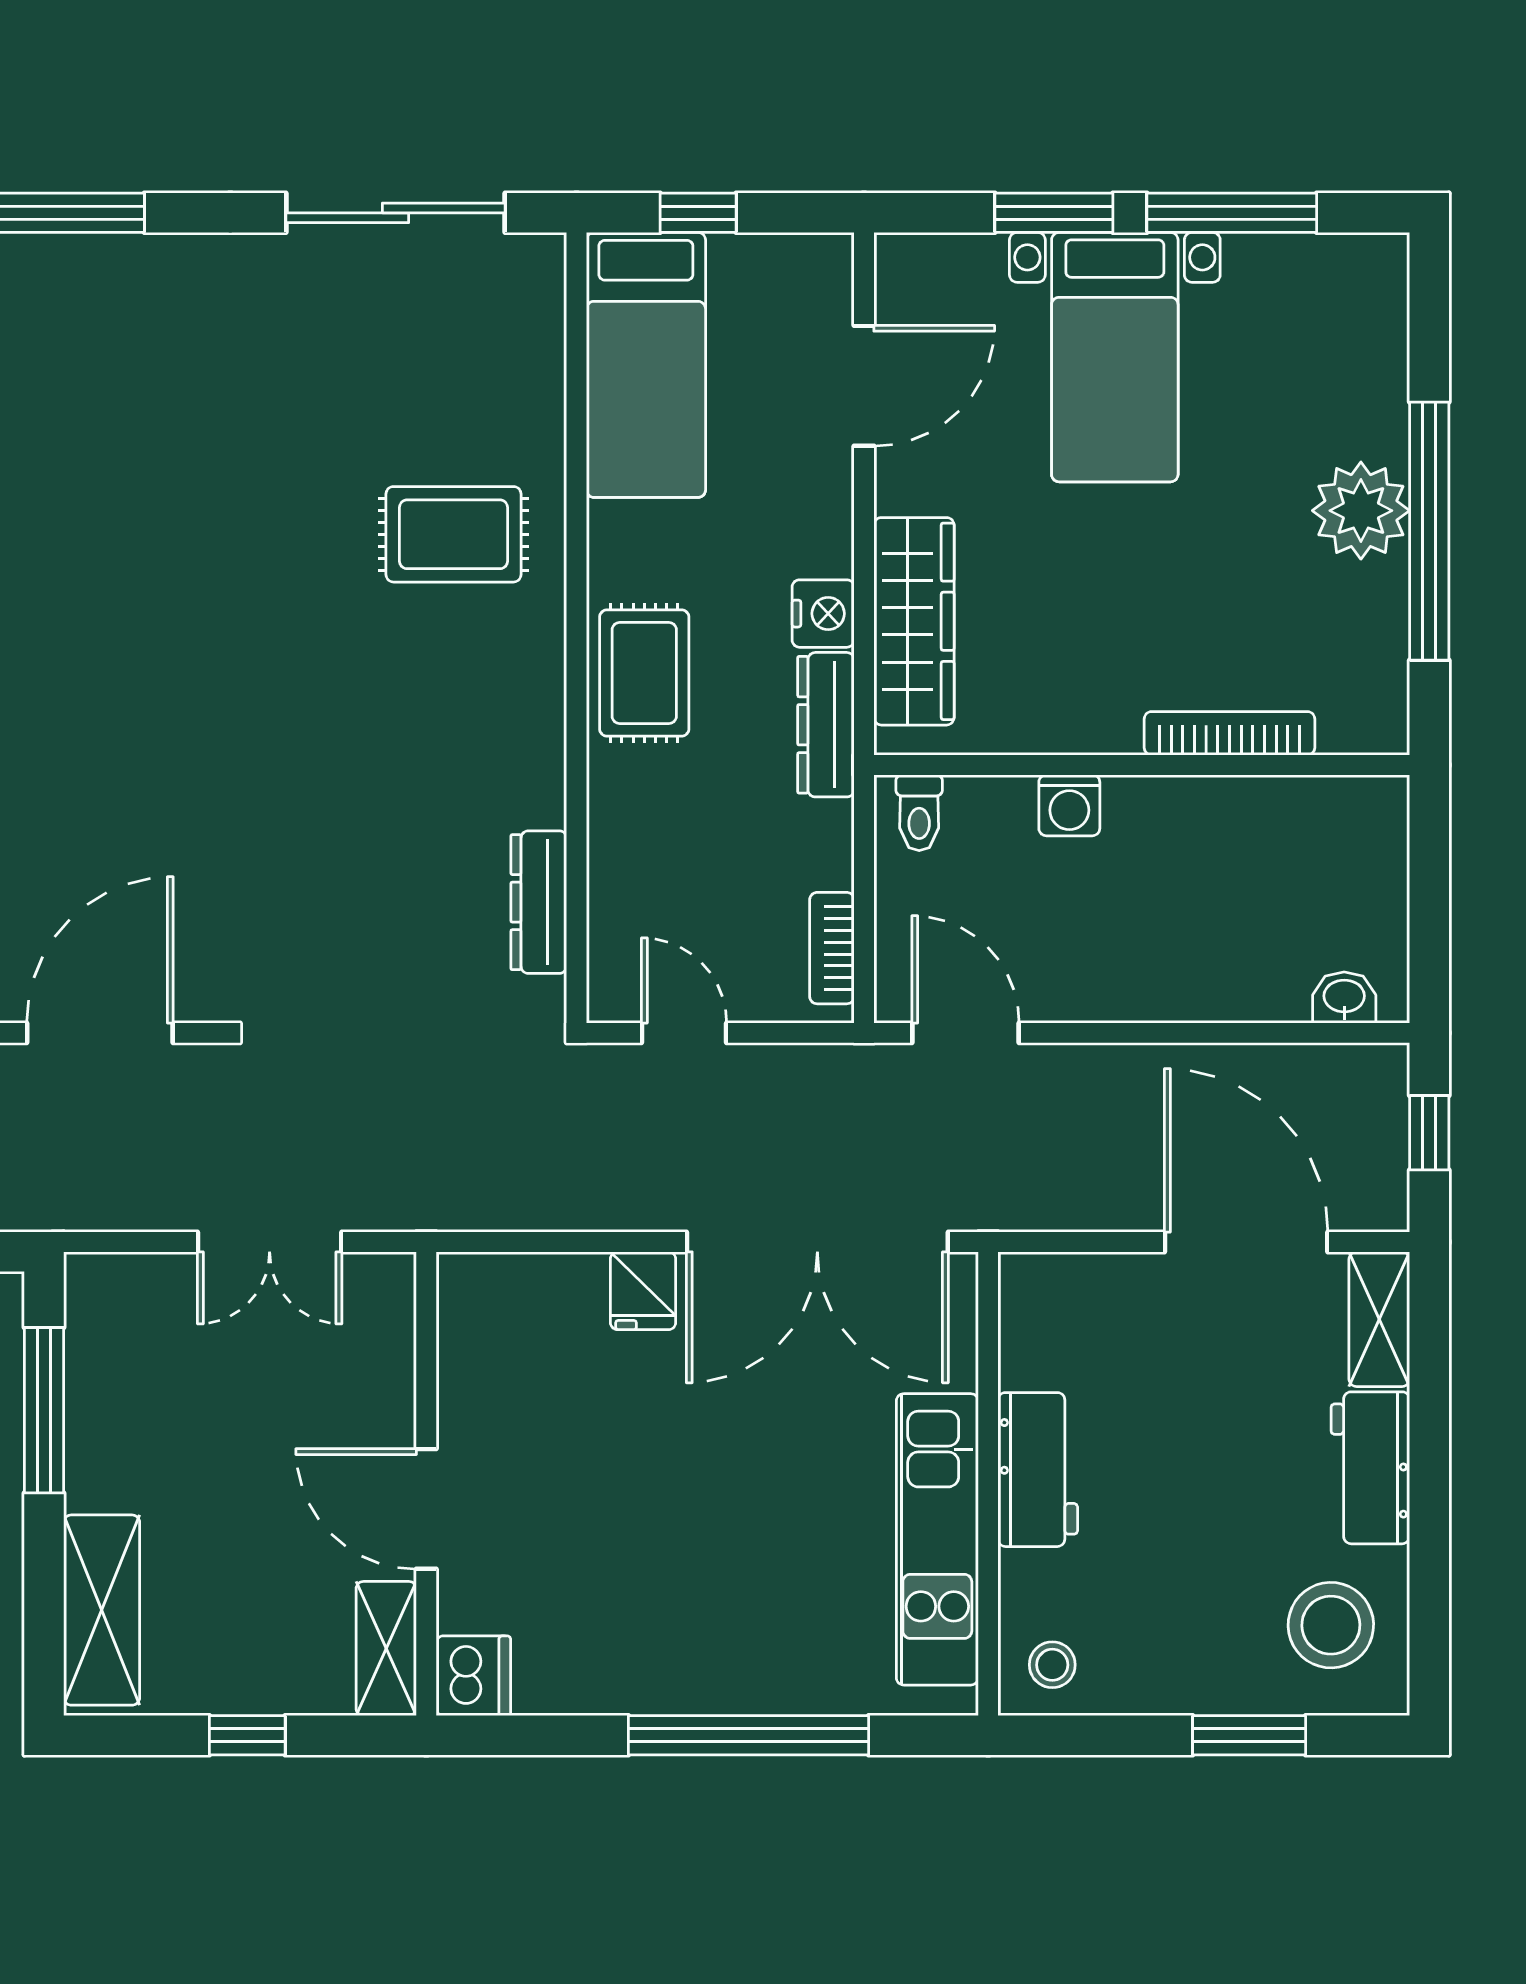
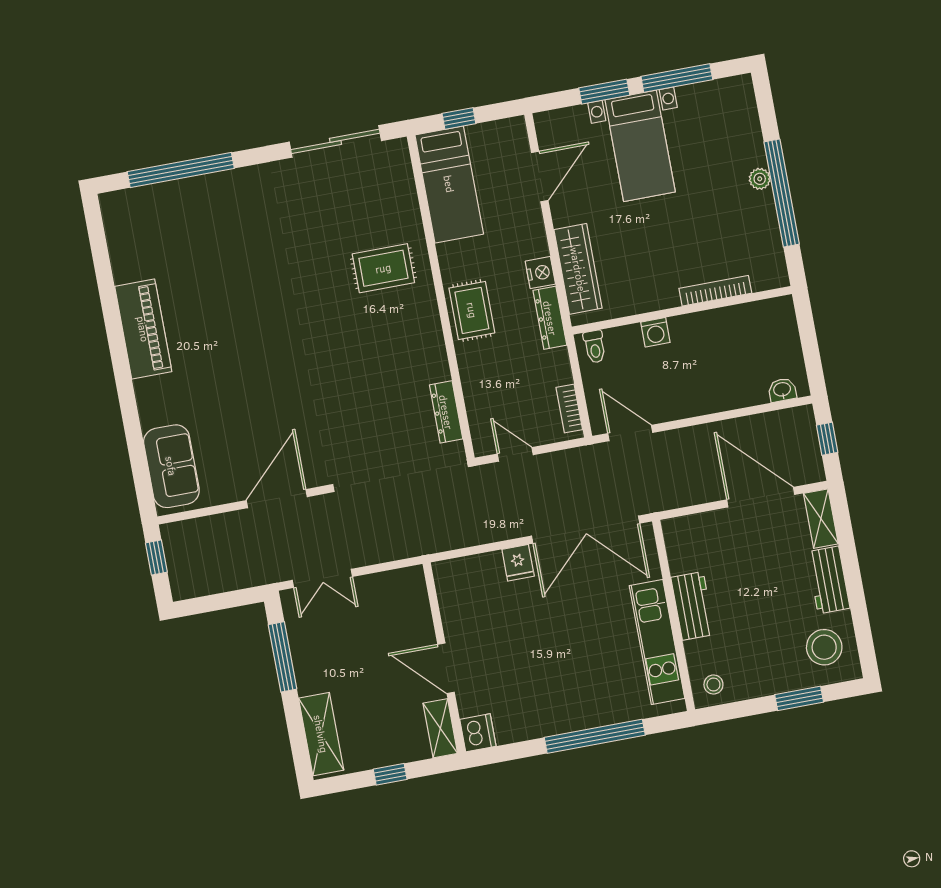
plant: (1361, 511) -> (760, 179), width x0.53, depth x0.53
double door: (270, 1242) -> (322, 578), moved

